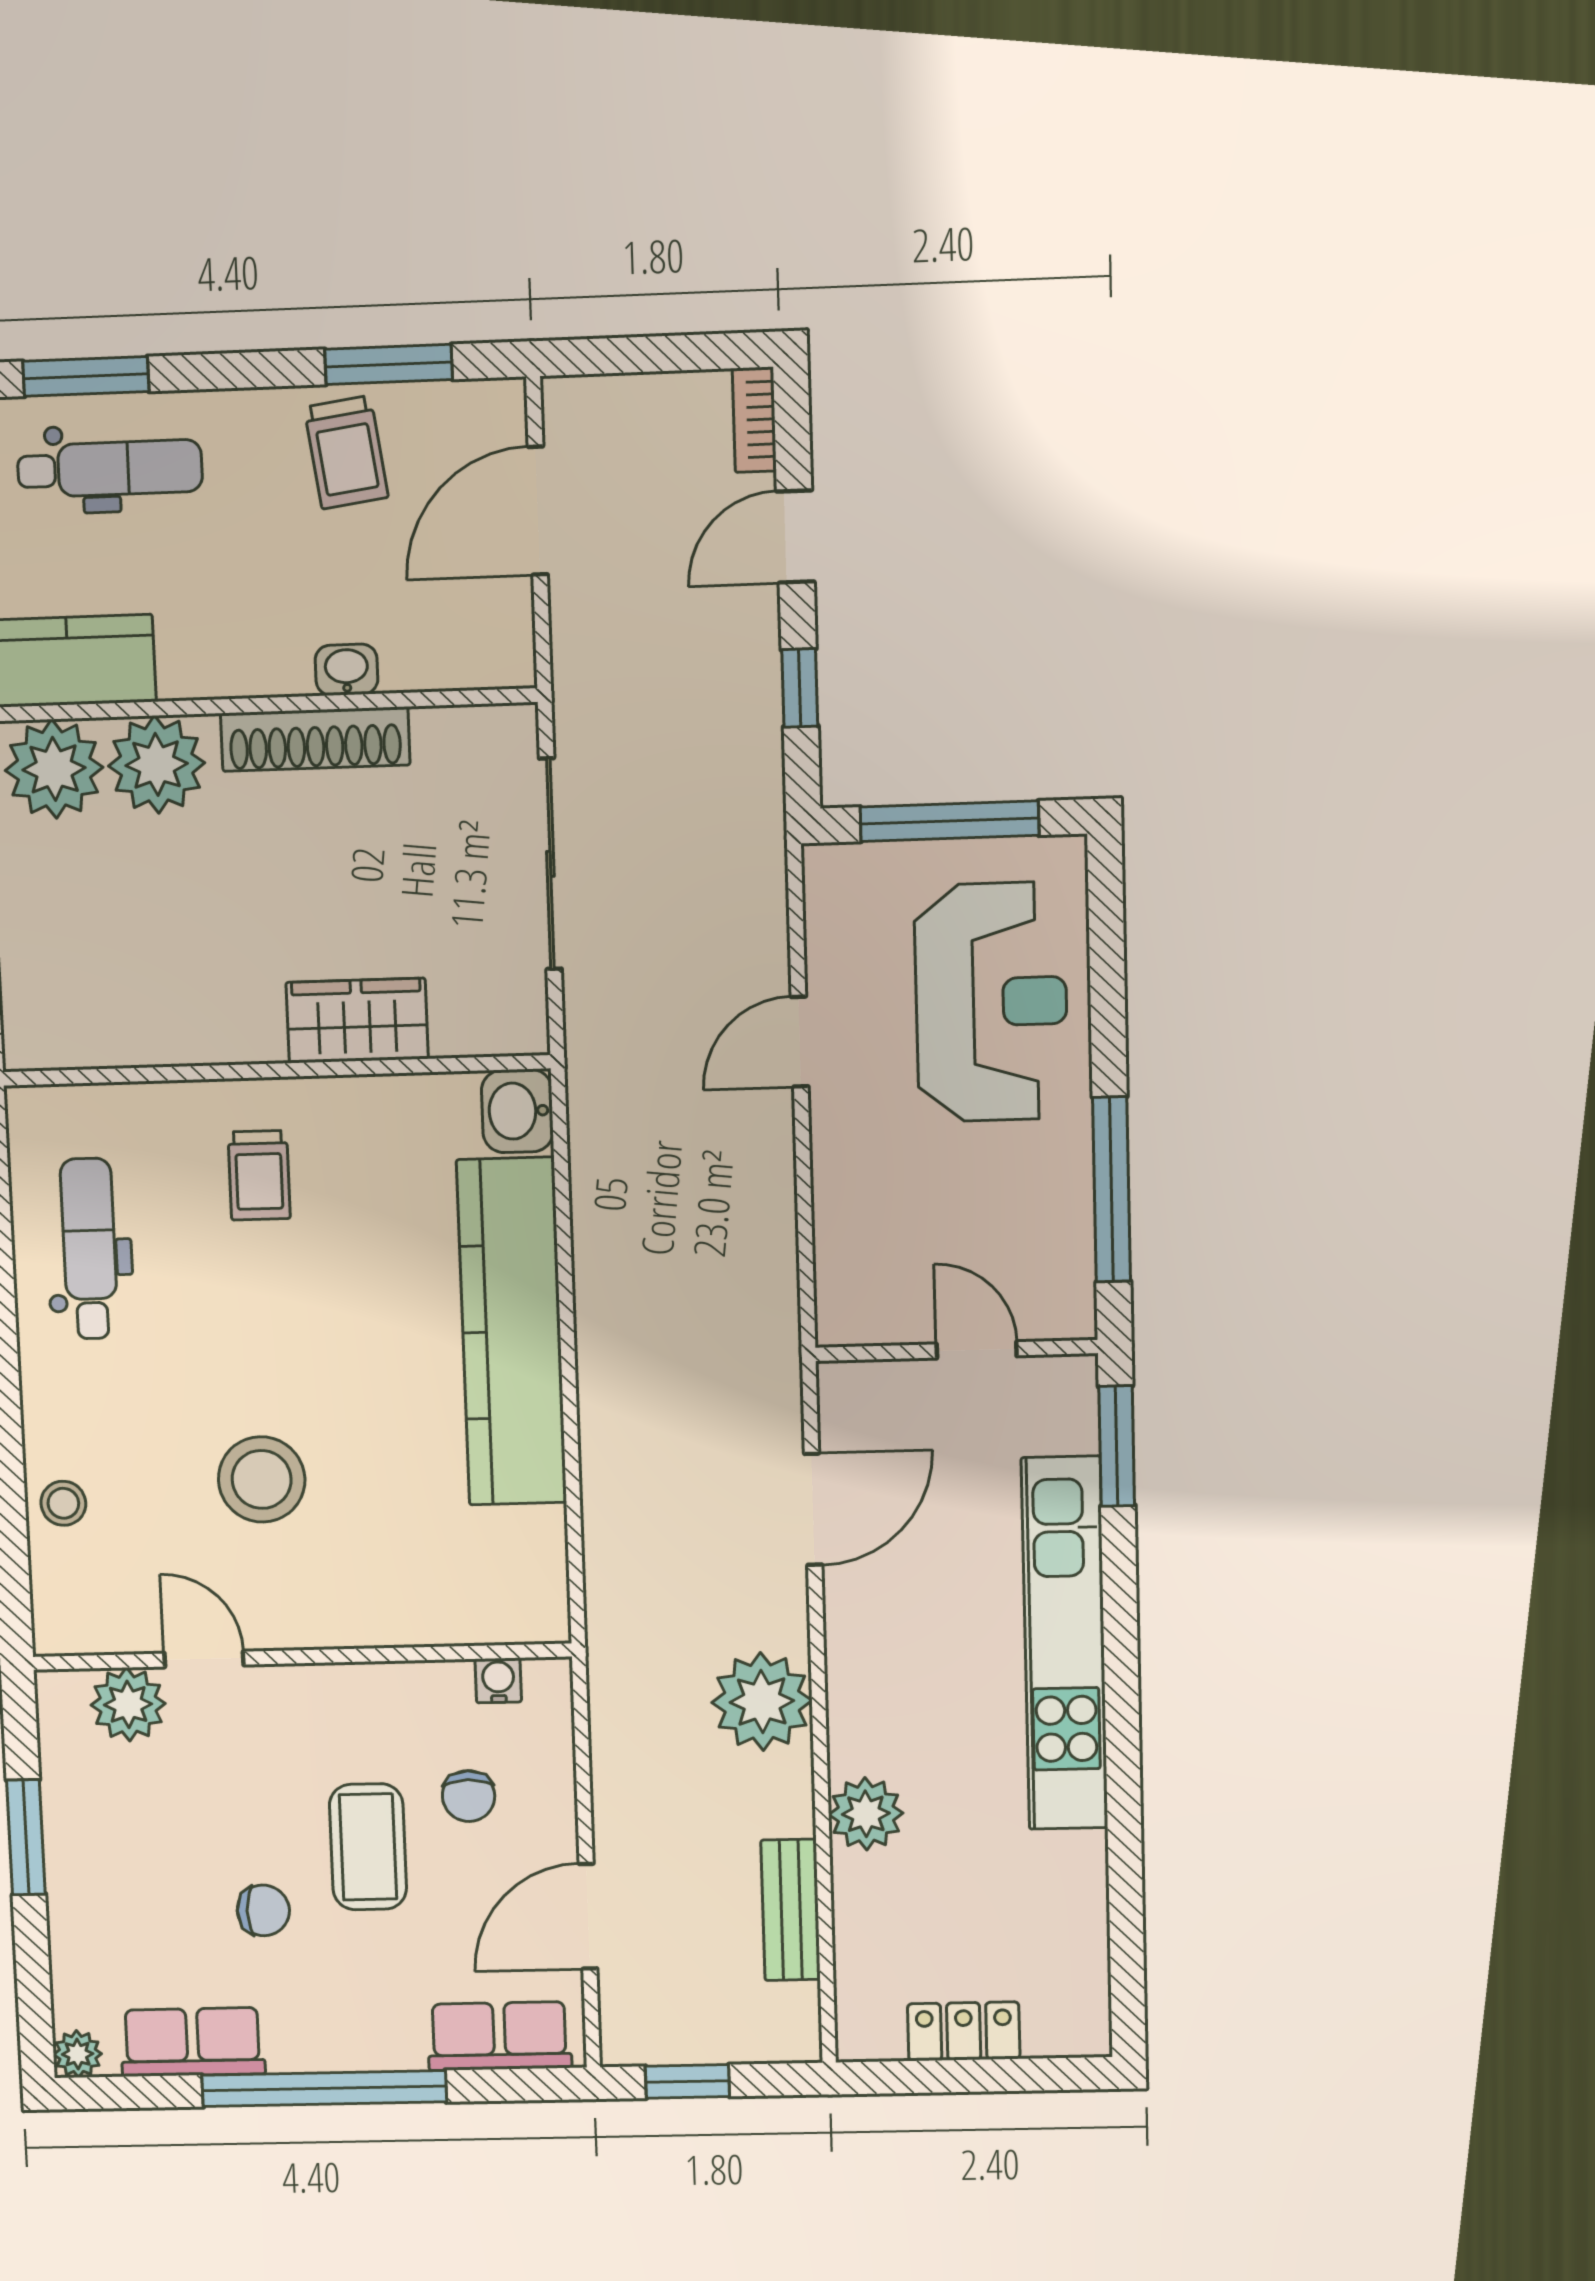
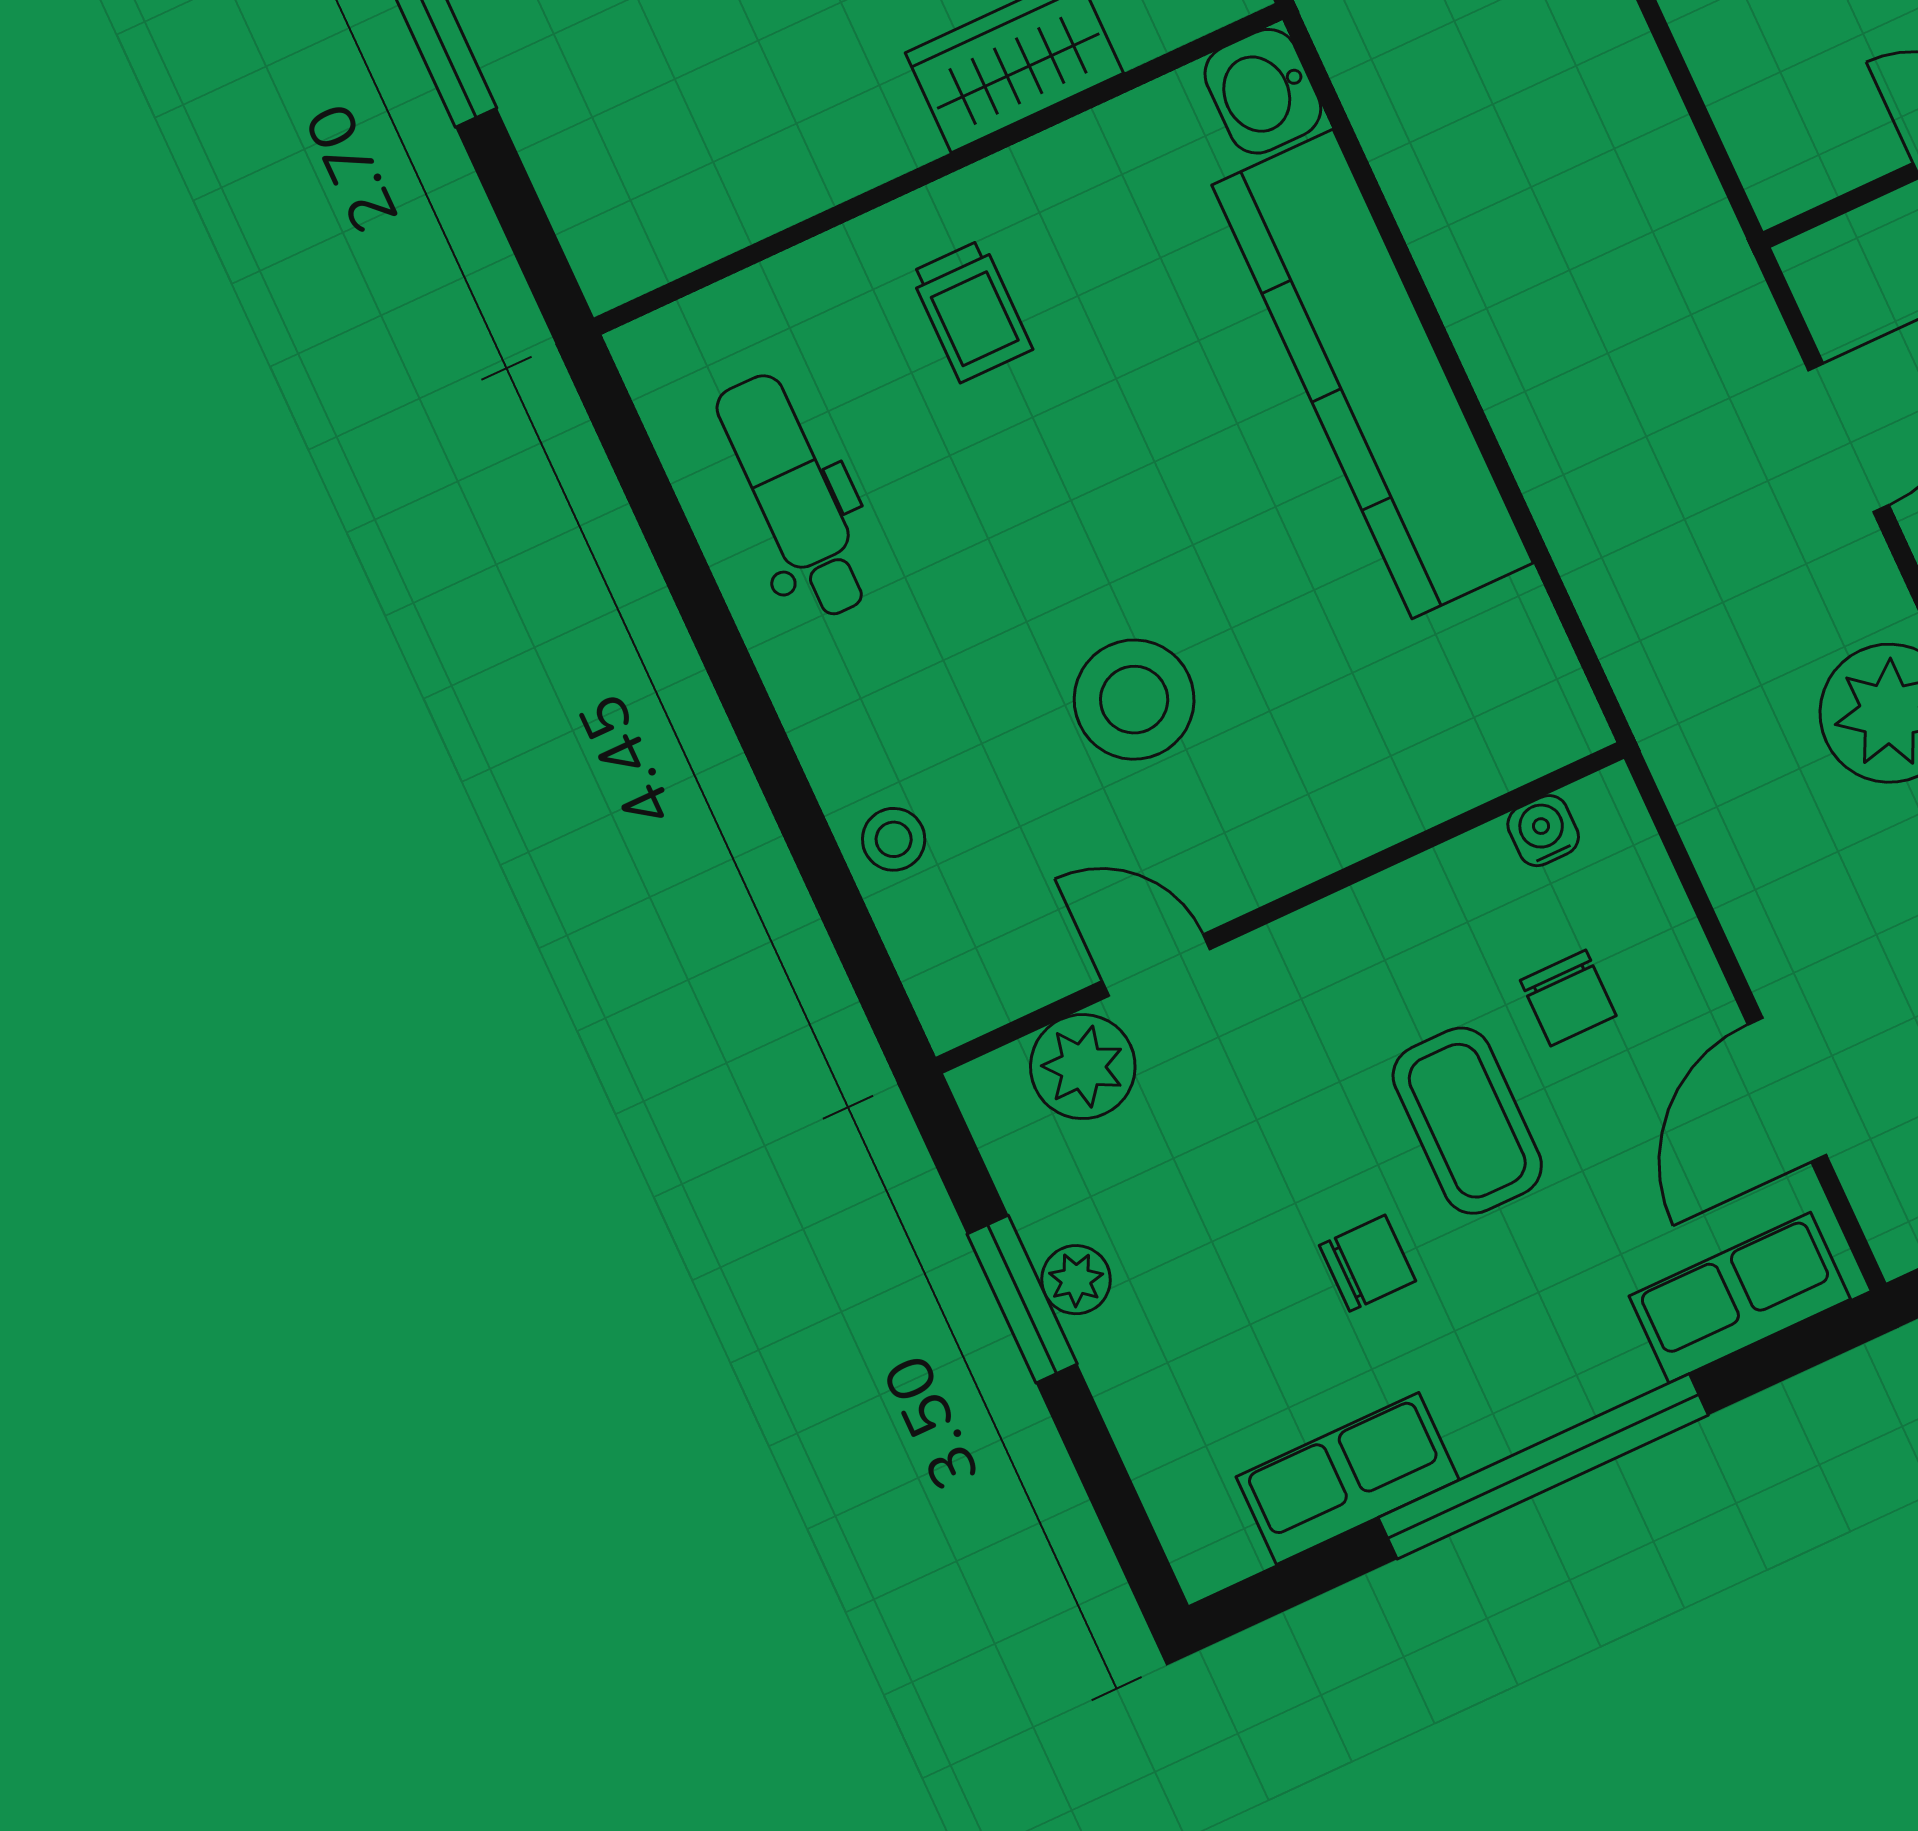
plant: (78, 2054) -> (1076, 1280), moved

